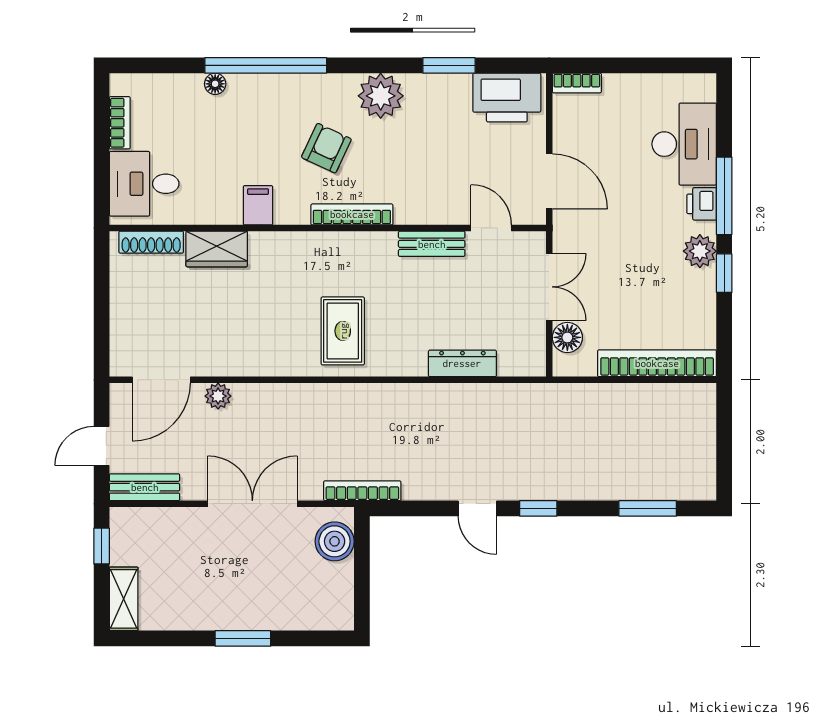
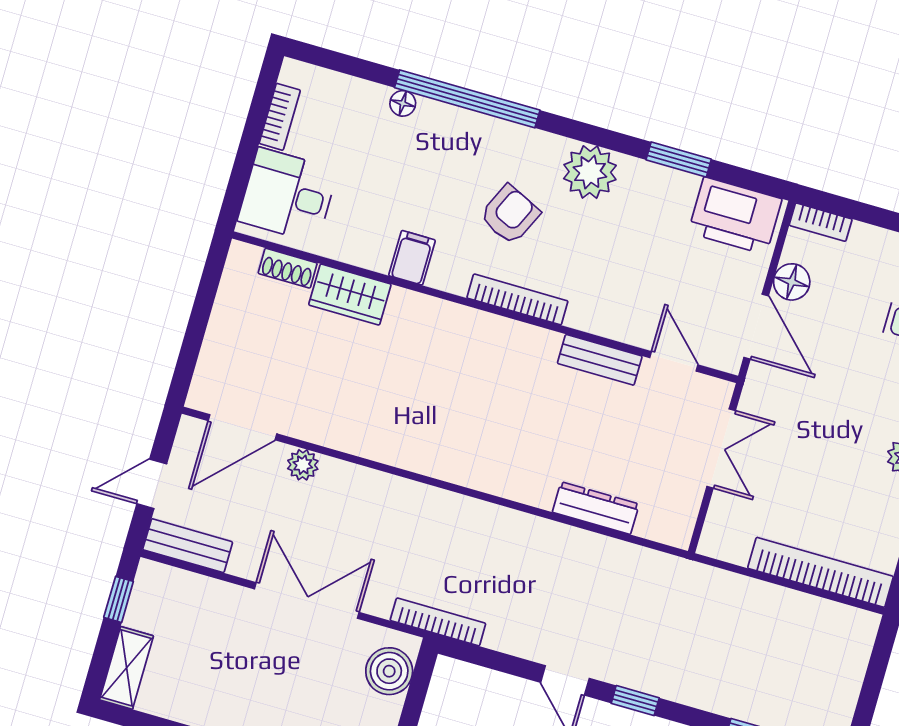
shoe rack: (151, 242) -> (288, 268), width x0.70
rug: (343, 331) -> (468, 431), removed
floor lamp: (567, 337) -> (792, 282), moved

